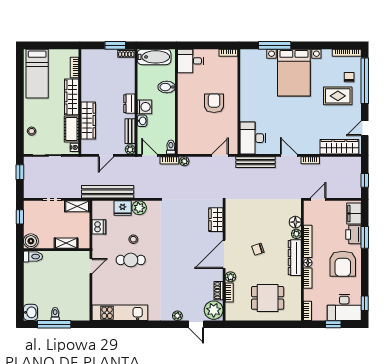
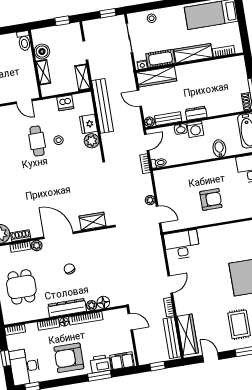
wardrobe: (88, 121) -> (157, 77), moved
plant: (184, 161) -> (150, 200), moved
bench: (255, 162) -> (172, 338), moved
boiler: (31, 241) -> (42, 52), moved

